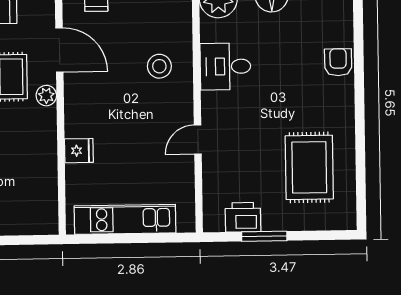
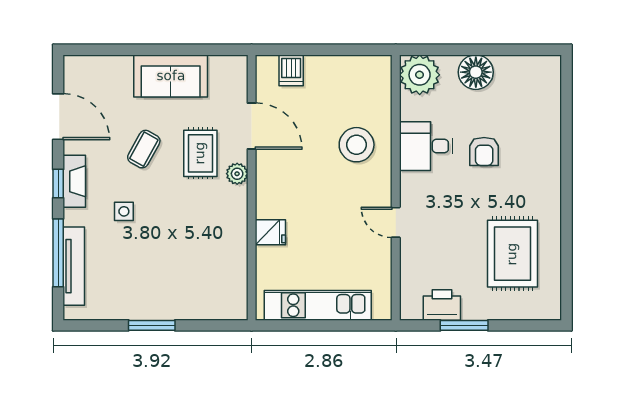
armchair: (338, 62) -> (484, 151), moved, turned 180
stool: (159, 66) -> (357, 145), width x1.38, depth x1.38
door: (198, 139) -> (396, 222), hinge flipped

